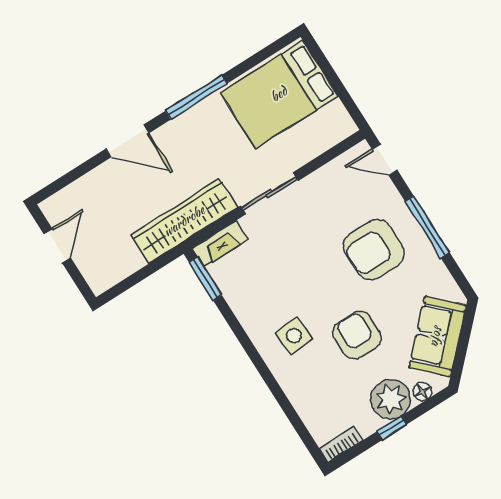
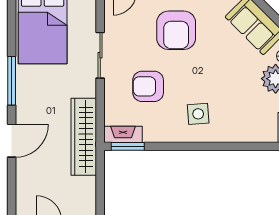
sliding door: (269, 193) -> (100, 55), moved
fireplace: (220, 244) -> (123, 134), moved, turned -90
armchair: (357, 335) -> (148, 86), moved

